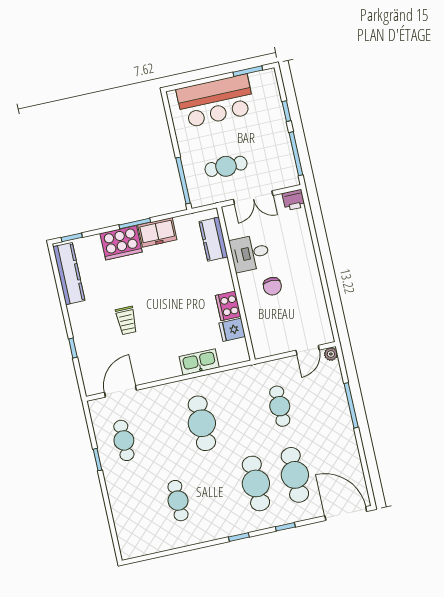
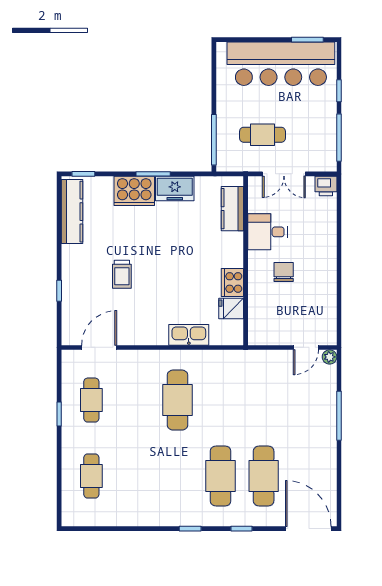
bar counter: (216, 101) -> (281, 64), width x1.36
chair: (272, 286) -> (284, 272), turned 180
cafe table: (280, 406) -> (264, 400), removed
cafe table: (178, 501) -> (91, 476), moved

